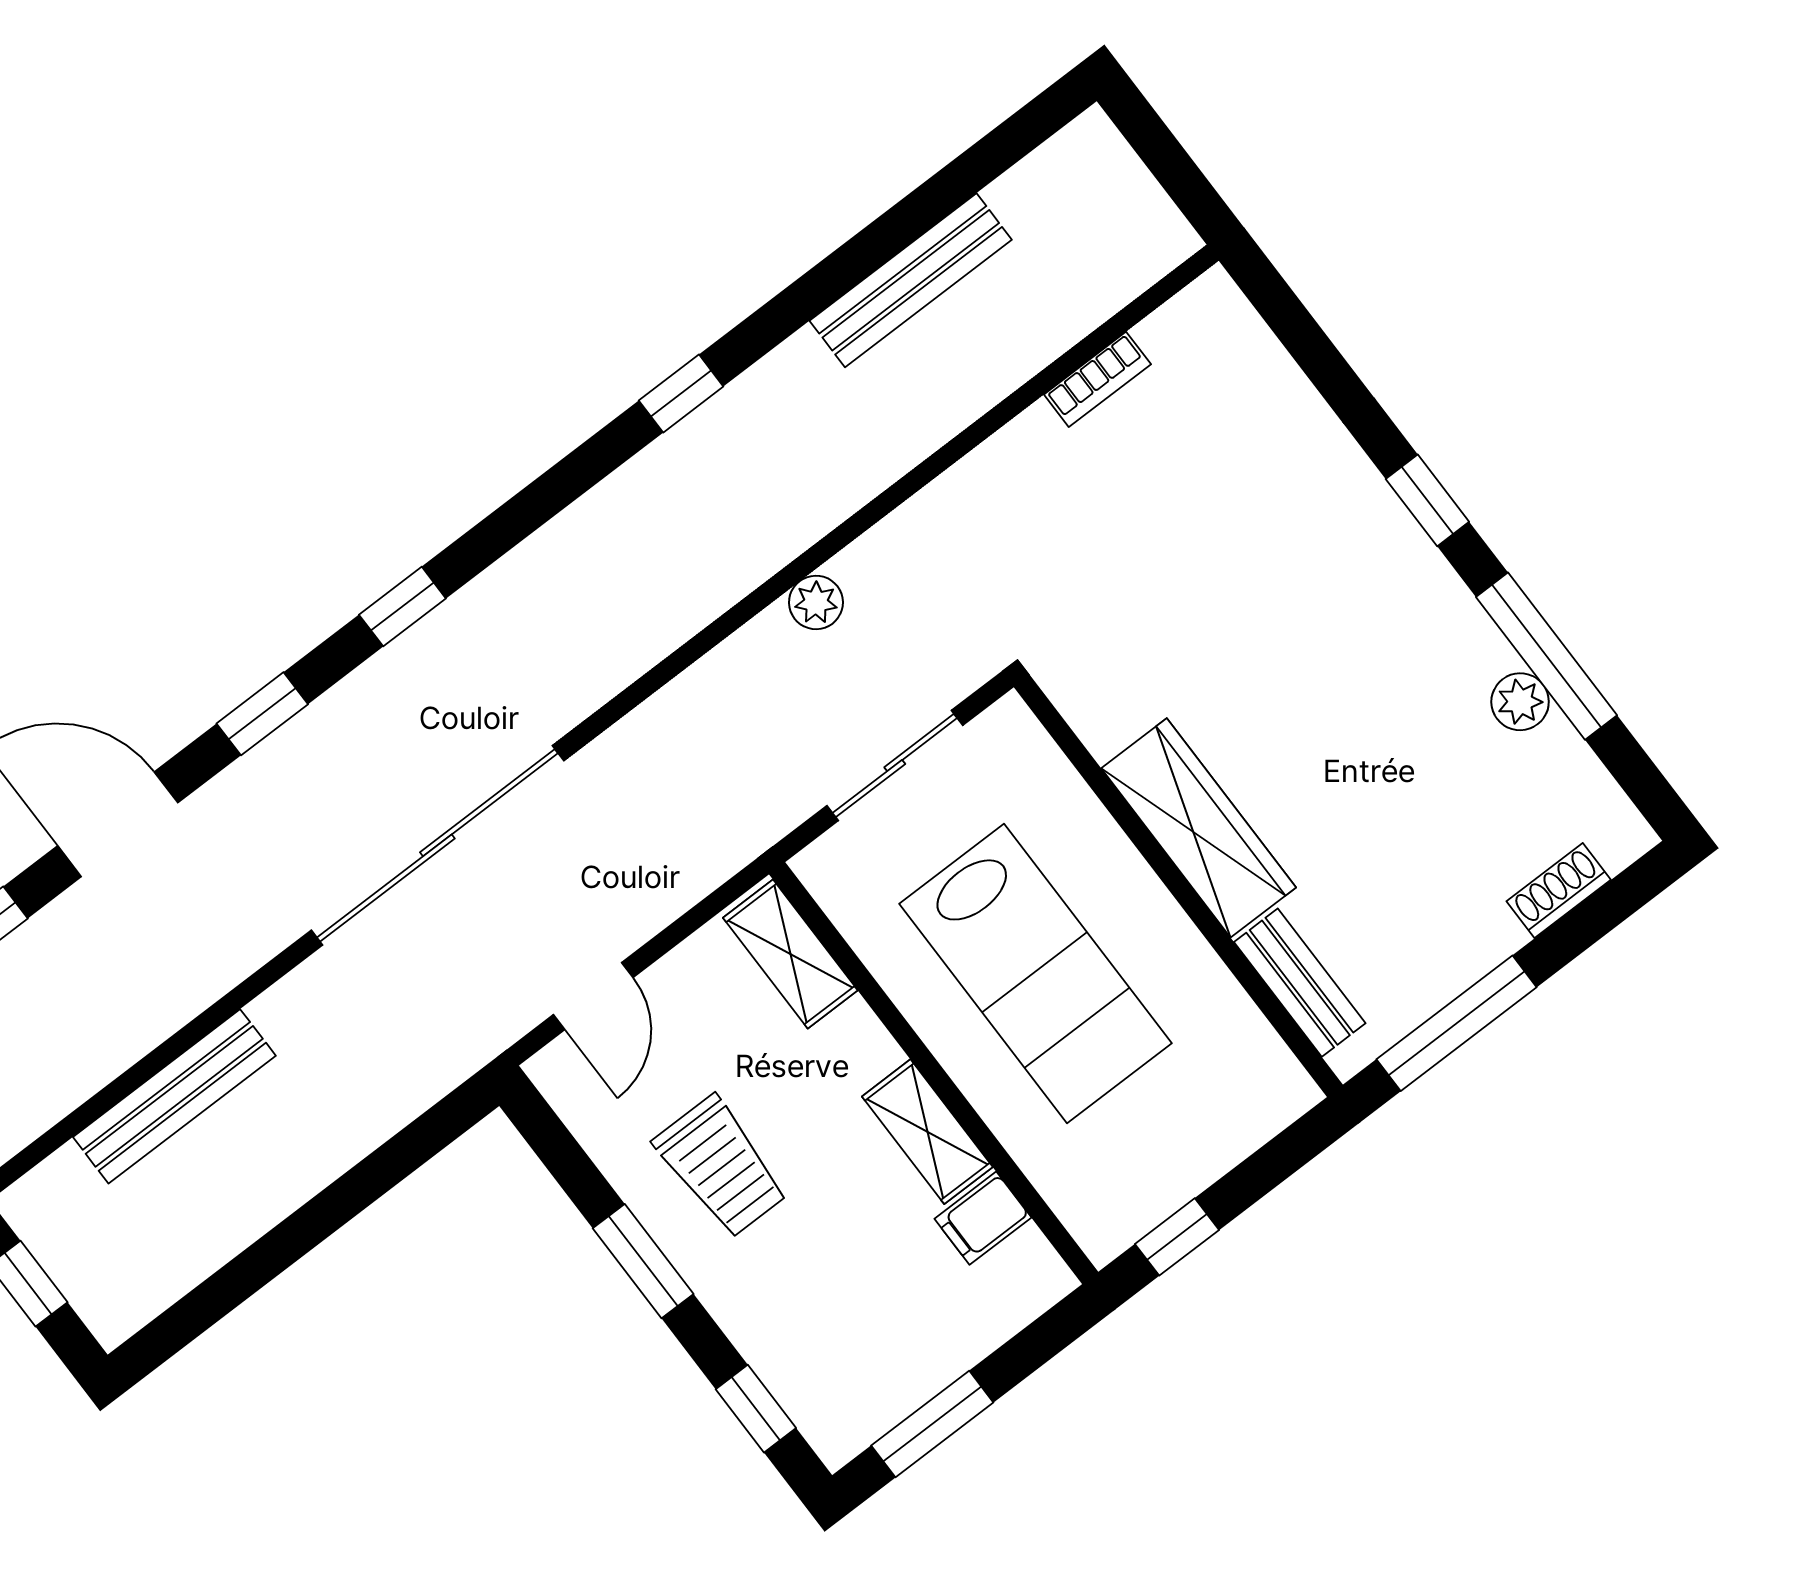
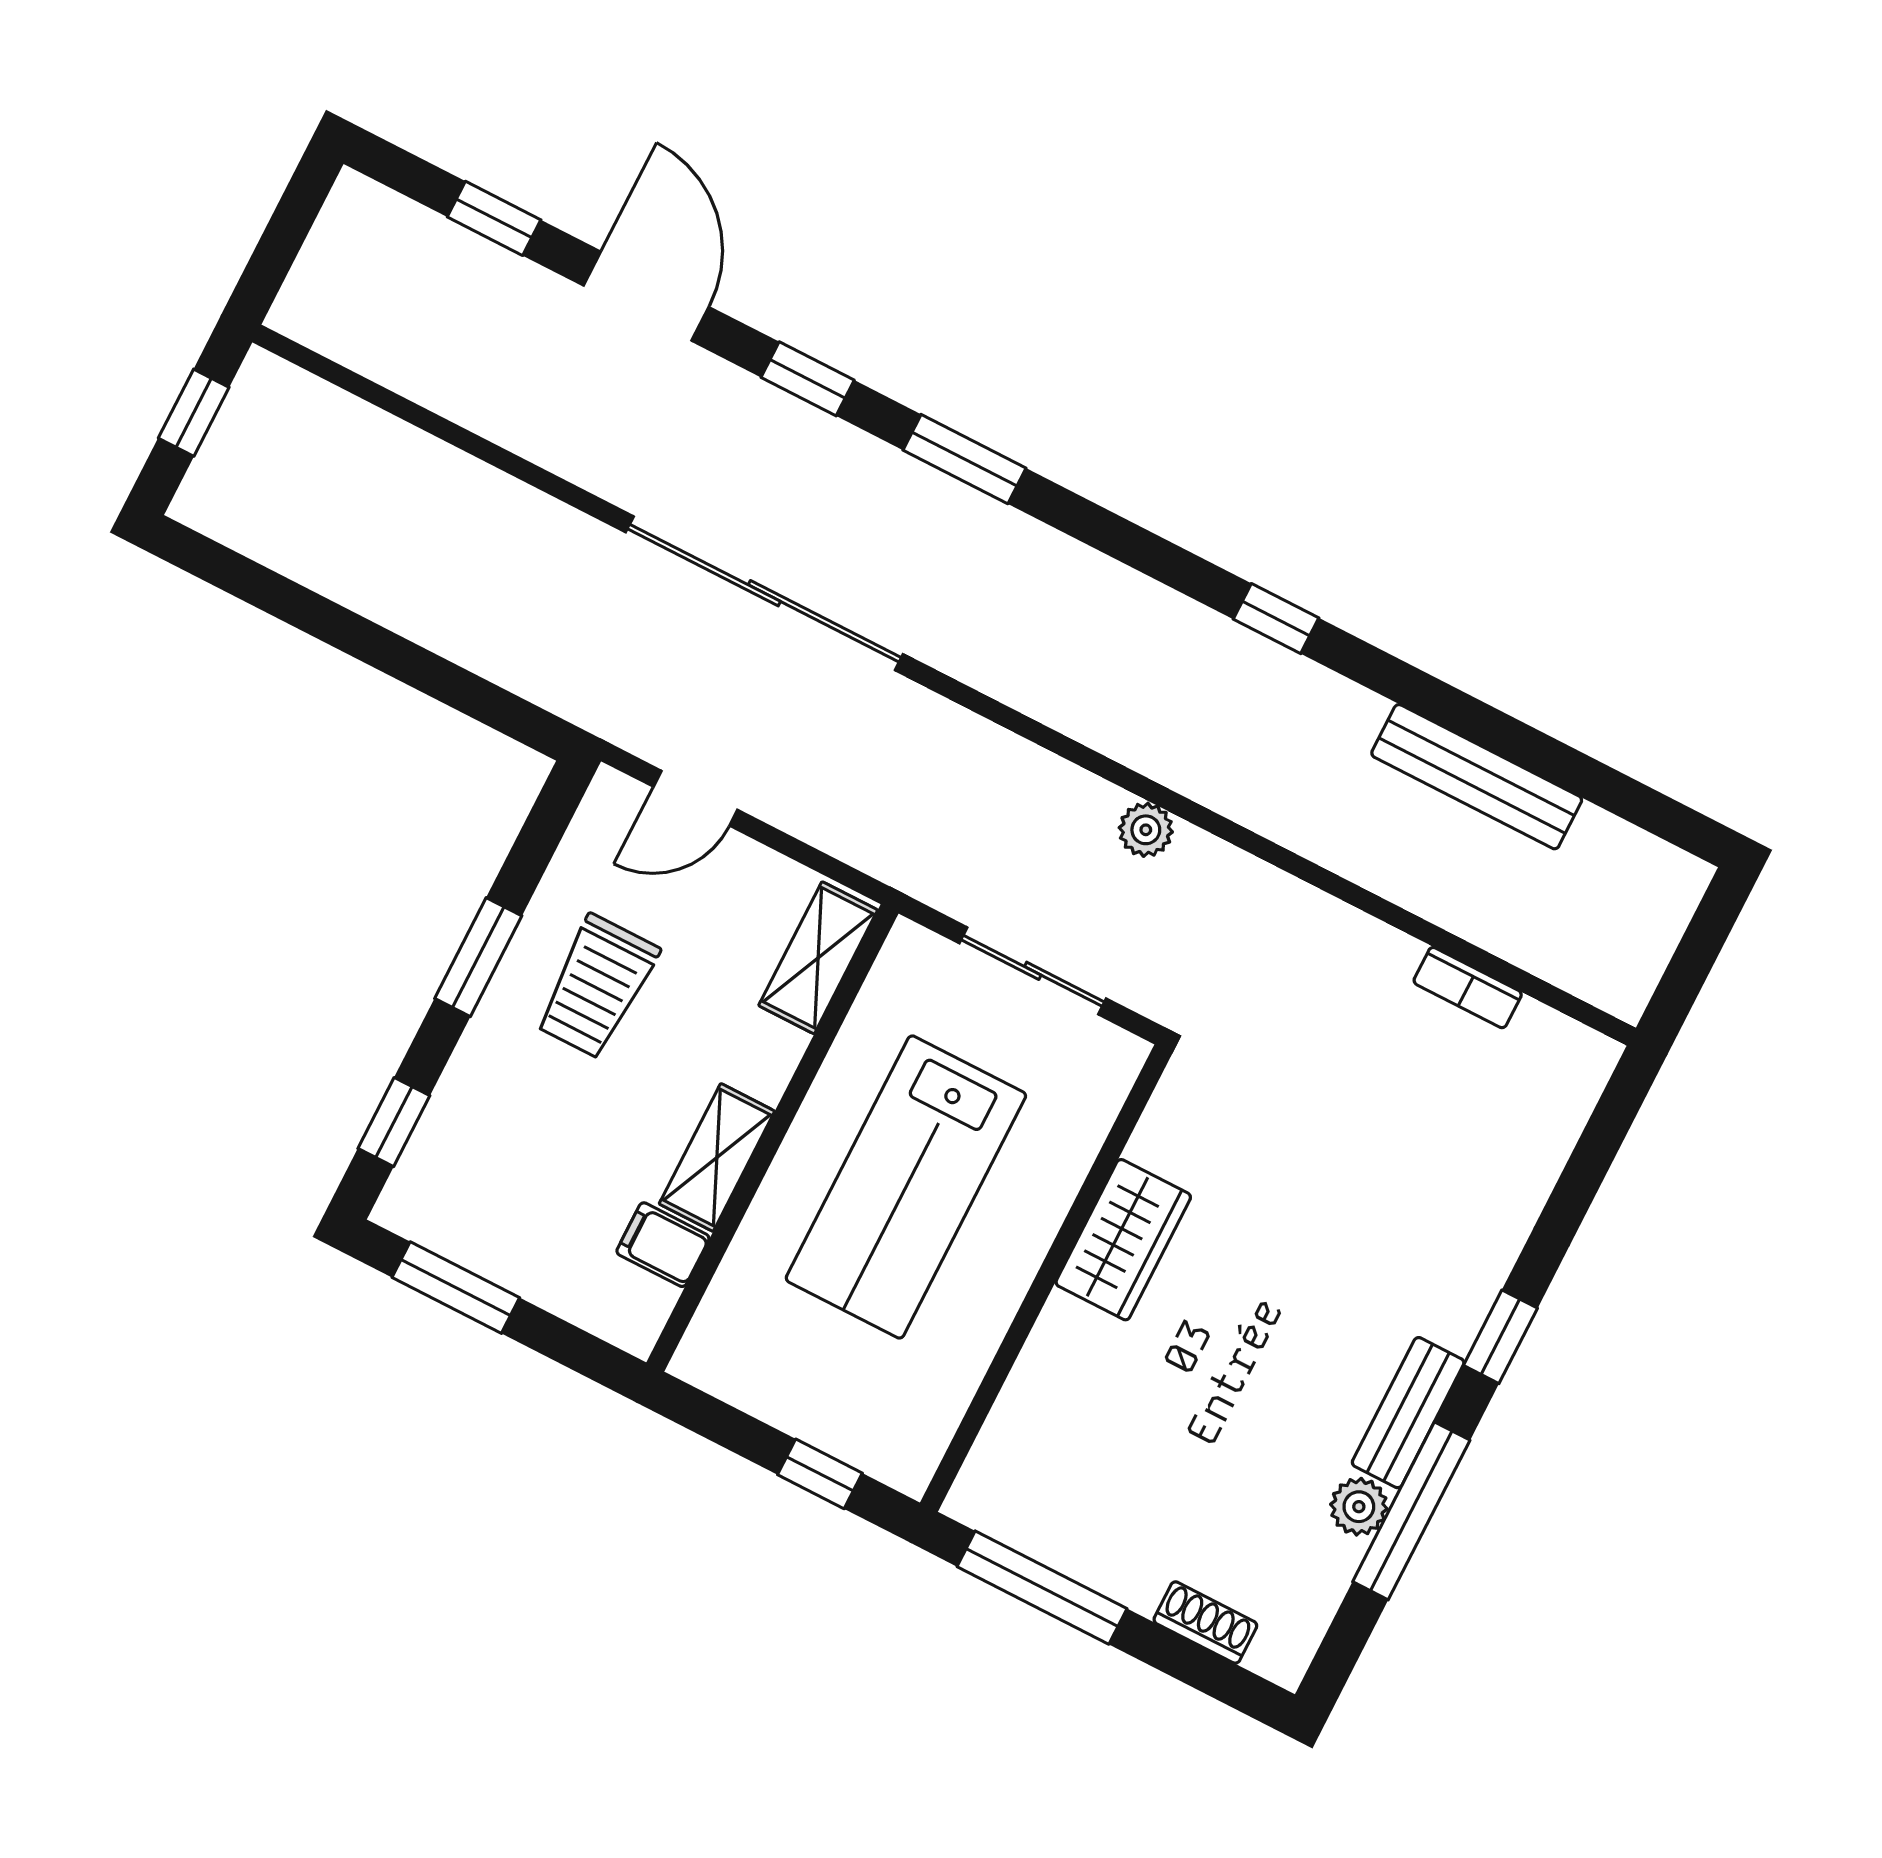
window: (402, 607) -> (964, 459), width x1.50
wardrobe: (1199, 828) -> (1123, 1240), width x0.67
bench: (1300, 983) -> (1408, 1413), moved
bench: (174, 1096) -> (425, 464), removed
window: (1177, 1237) -> (820, 1474), moved

